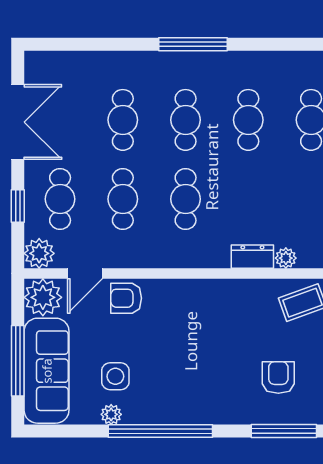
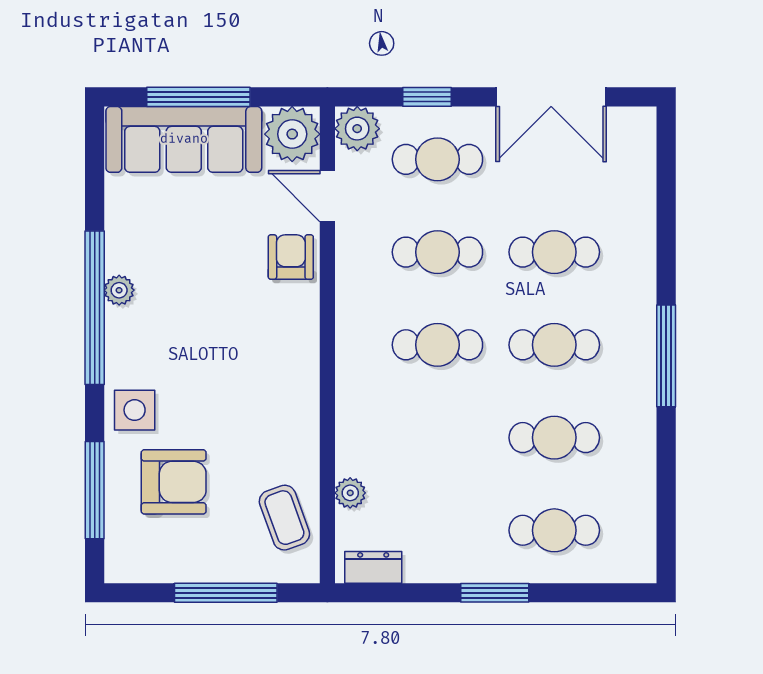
dresser: (252, 257) -> (352, 444), removed
side table: (115, 376) -> (135, 410), moved
armchair: (278, 378) -> (174, 482), width x1.38, depth x1.38
plant: (111, 414) -> (119, 290), moved

